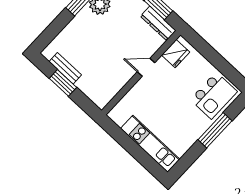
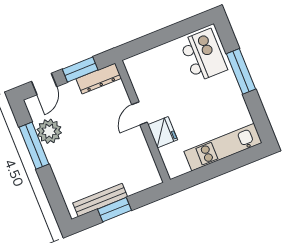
fridge: (176, 54) -> (163, 132), moved
bench: (65, 68) -> (100, 200), width x1.36

